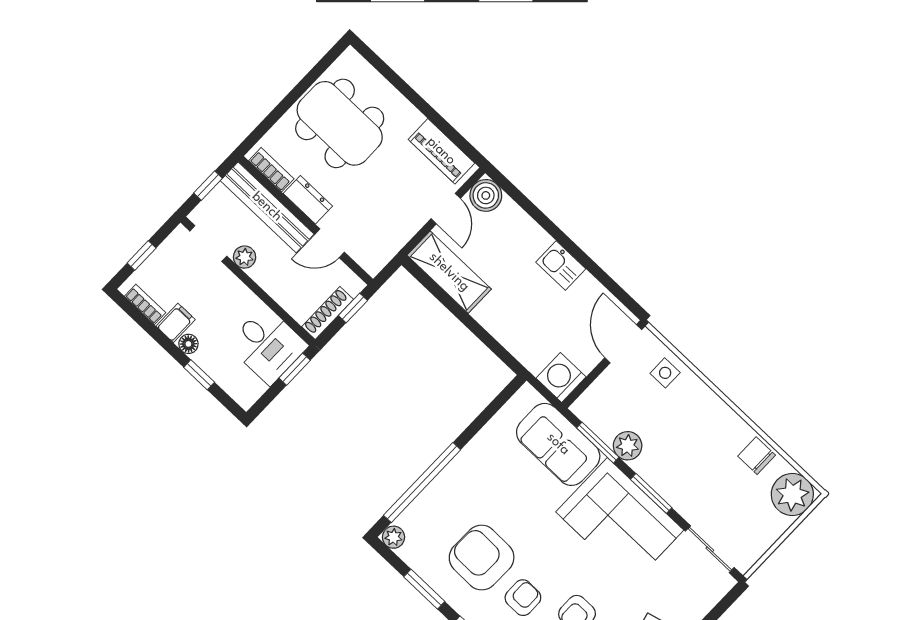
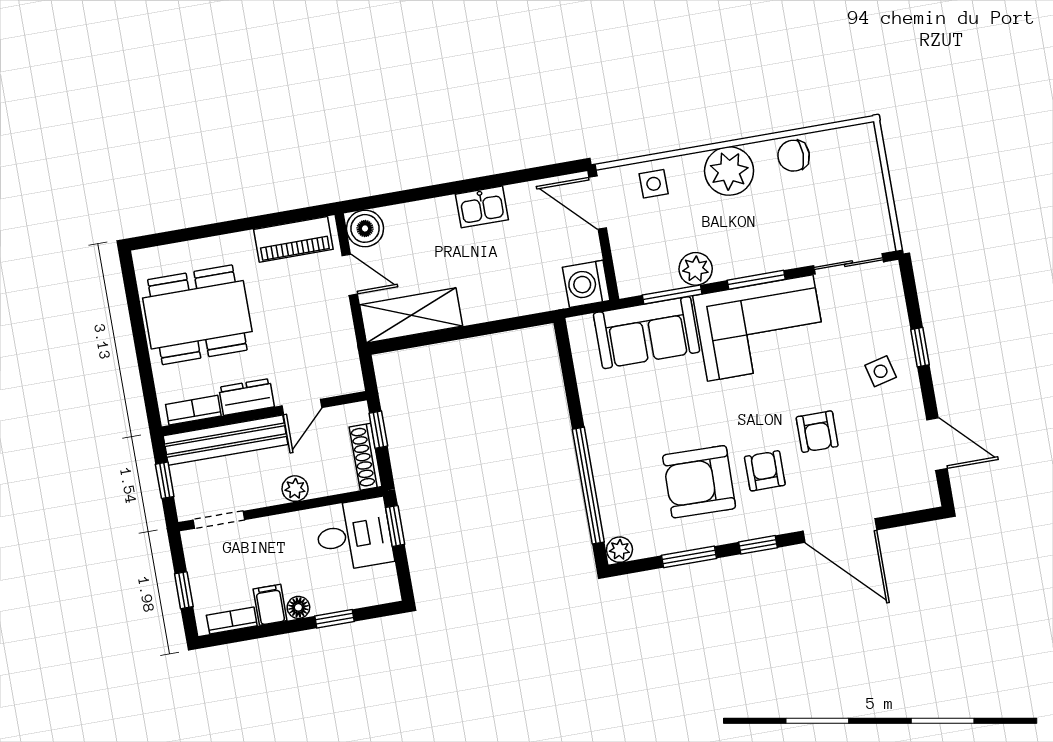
plant: (245, 257) -> (295, 489), moved
plant: (792, 494) -> (729, 171), moved

